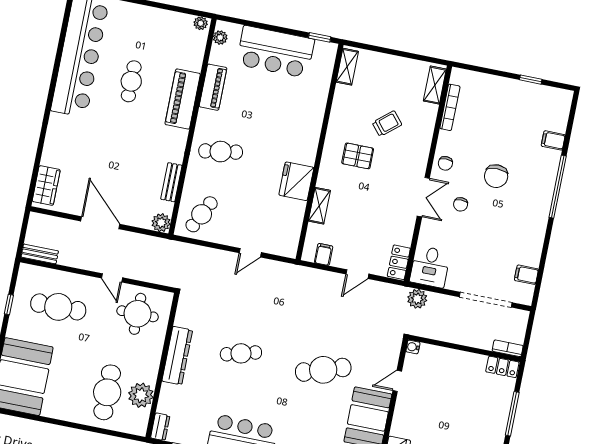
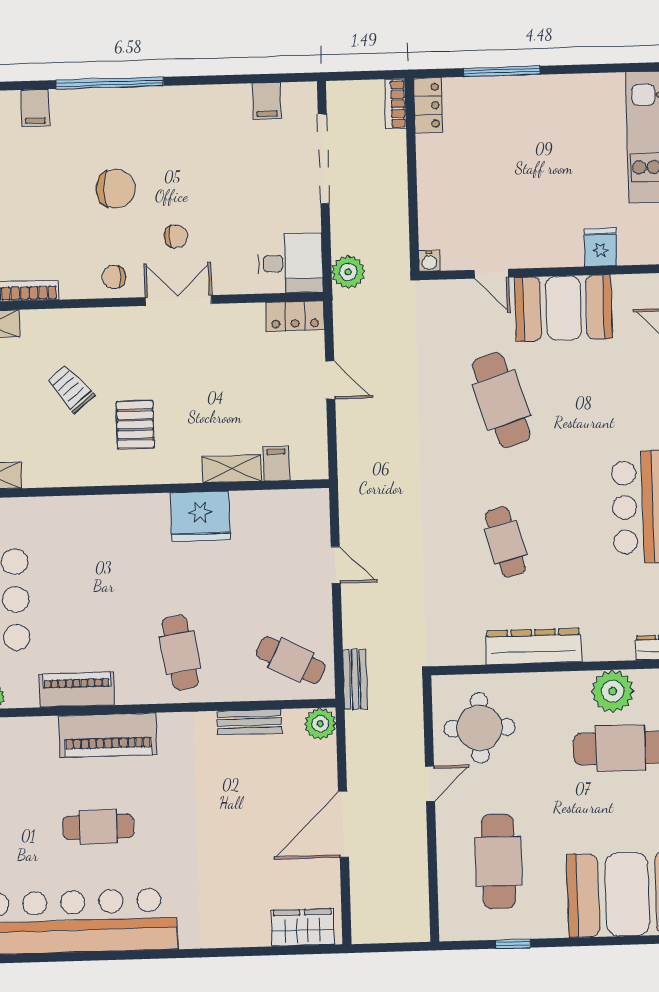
chair: (445, 163) -> (114, 277), turned 180
bench: (40, 254) -> (355, 679), moved
filing cabinet: (324, 254) -> (276, 464), moved, turned 90

